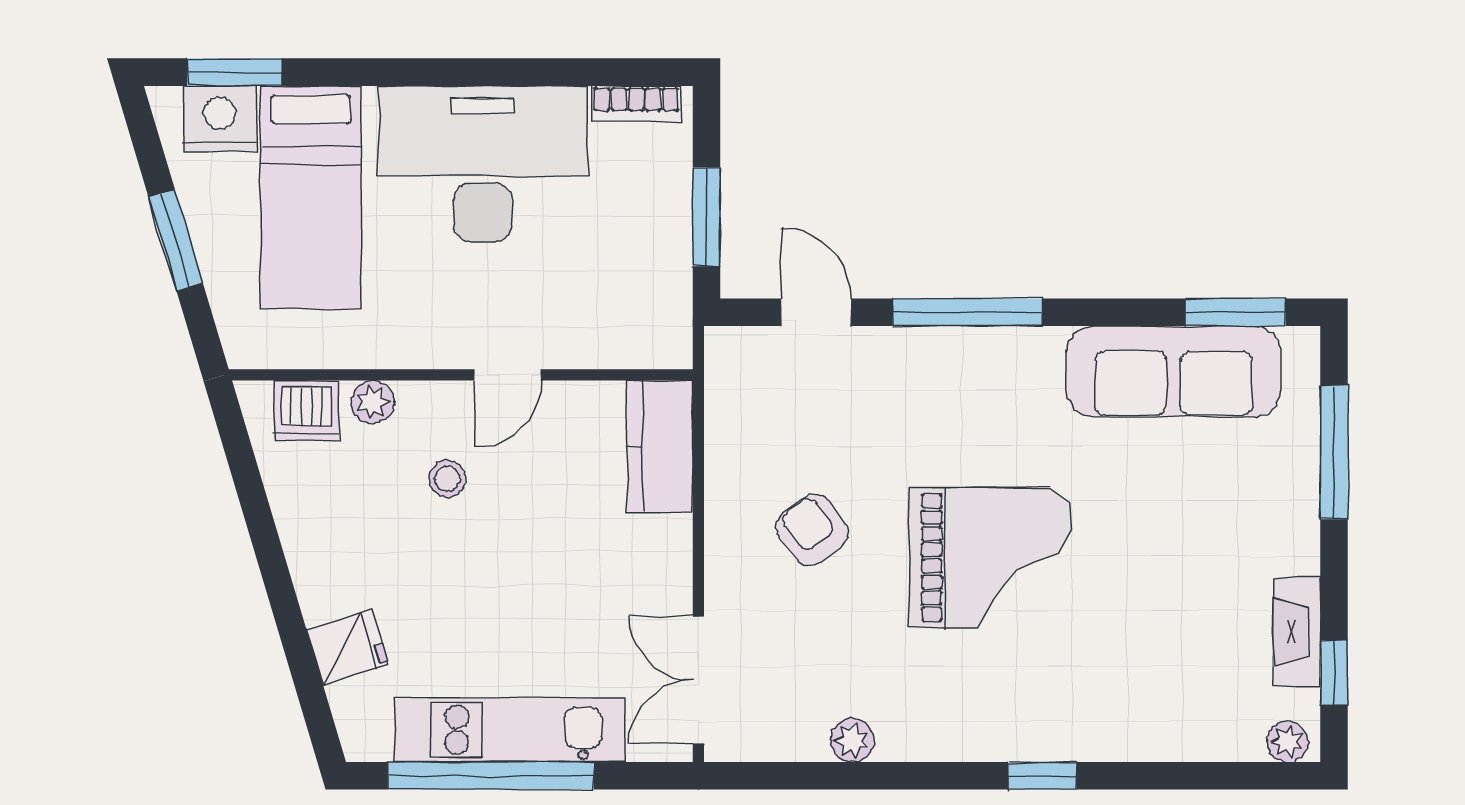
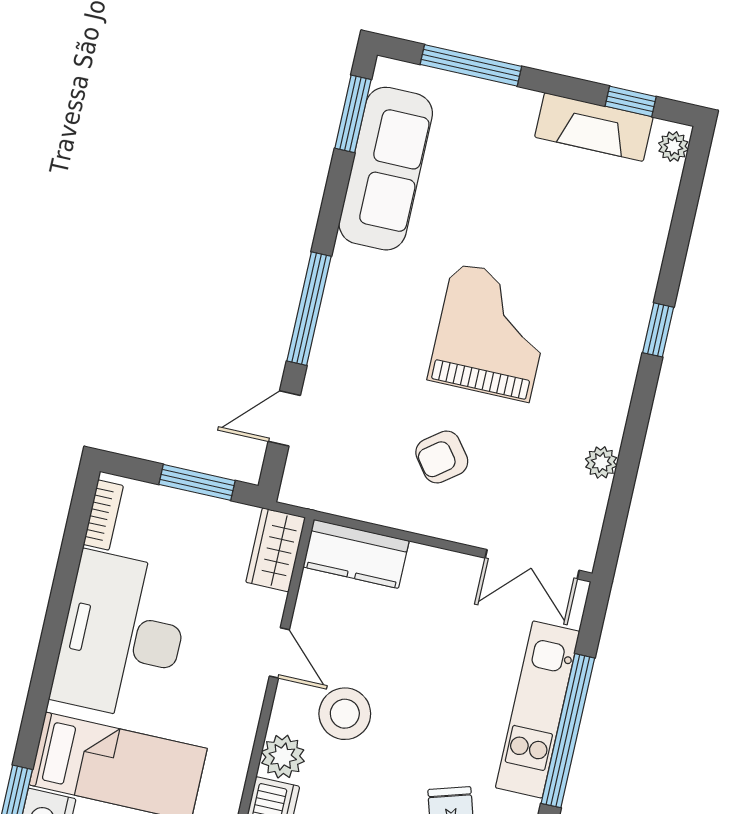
wardrobe: (642, 340) -> (276, 550), added
plant: (373, 402) -> (283, 757), width x1.38, depth x1.38
stool: (447, 479) -> (345, 714), width x1.89, depth x1.89
fireplace: (1297, 632) -> (594, 127), width x1.37, depth x1.32

